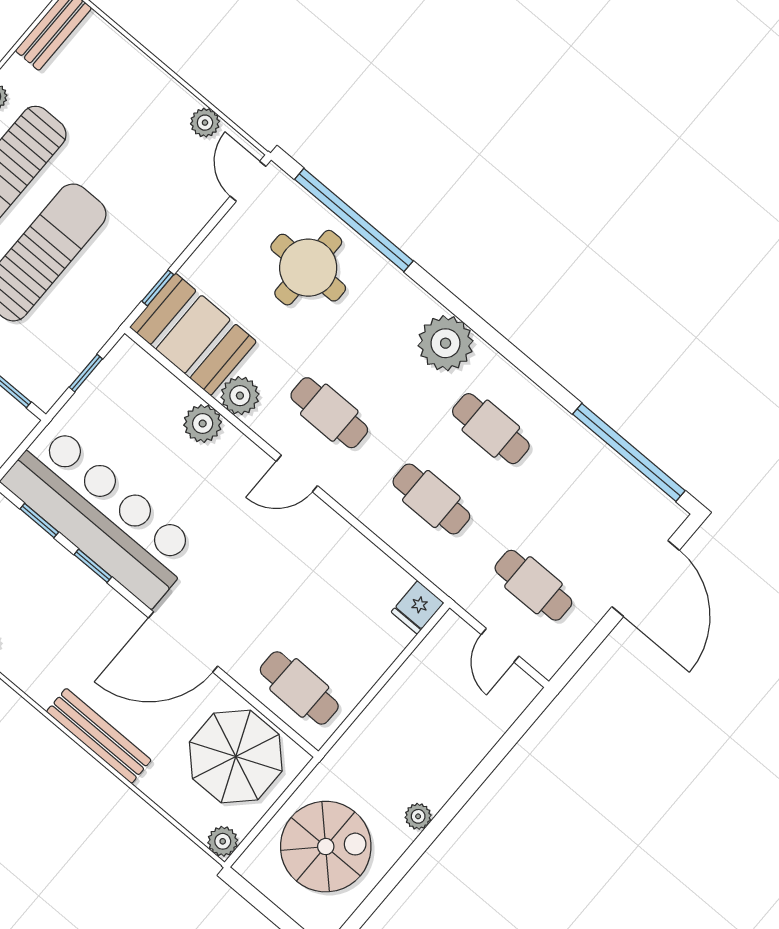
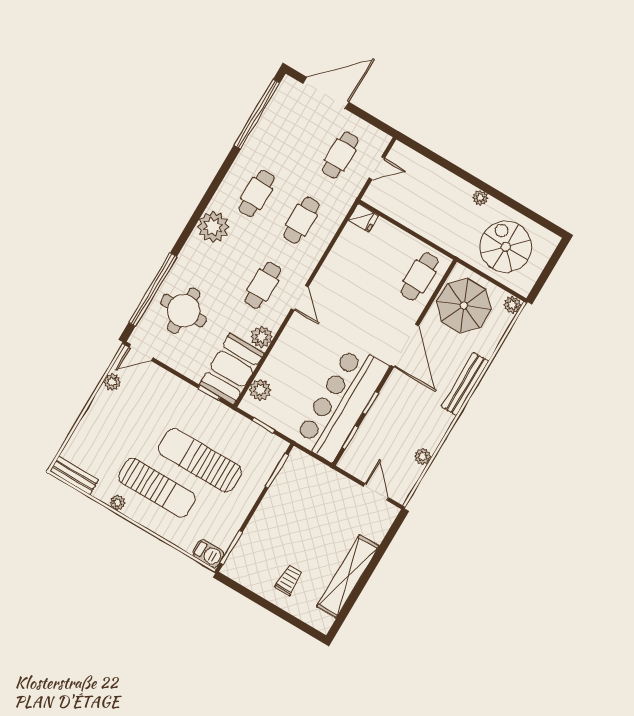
plant: (203, 424) -> (260, 390), moved

